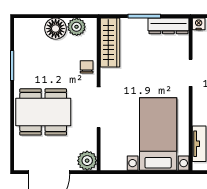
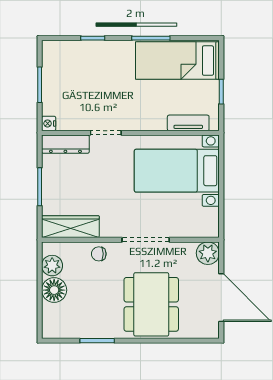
dresser: (168, 26) -> (65, 144), moved, turned 90

